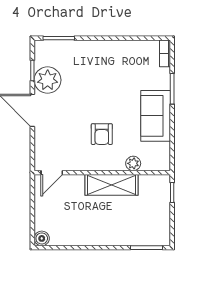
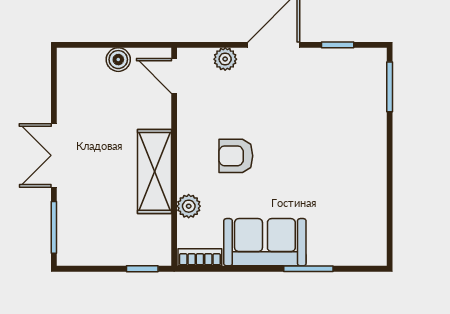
bookcase: (165, 53) -> (200, 257), moved
plant: (48, 80) -> (225, 59), moved, width x0.53, depth x0.53
boiler: (42, 238) -> (118, 60), moved
double door: (102, 248) -> (54, 155), added

